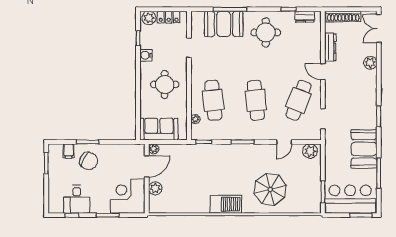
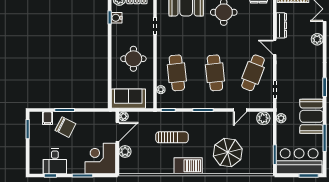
water cooler: (146, 55) -> (117, 18), moved
plant: (330, 151) -> (281, 118), added
sun lounger: (208, 172) -> (172, 137), added

